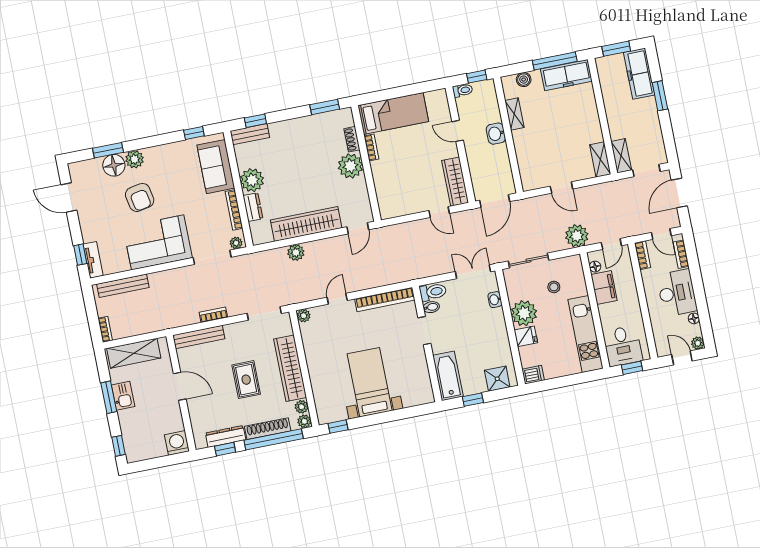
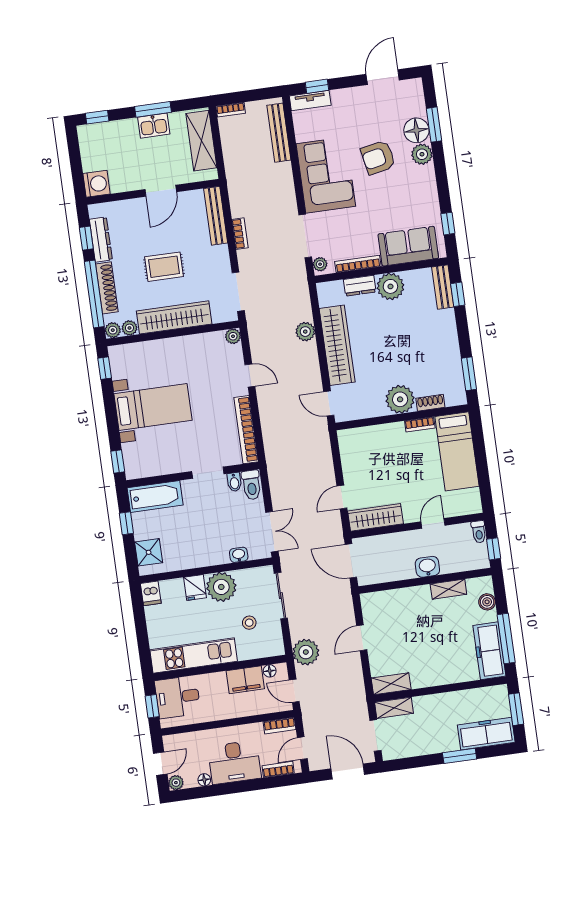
window: (419, 410) -> (118, 462), added

